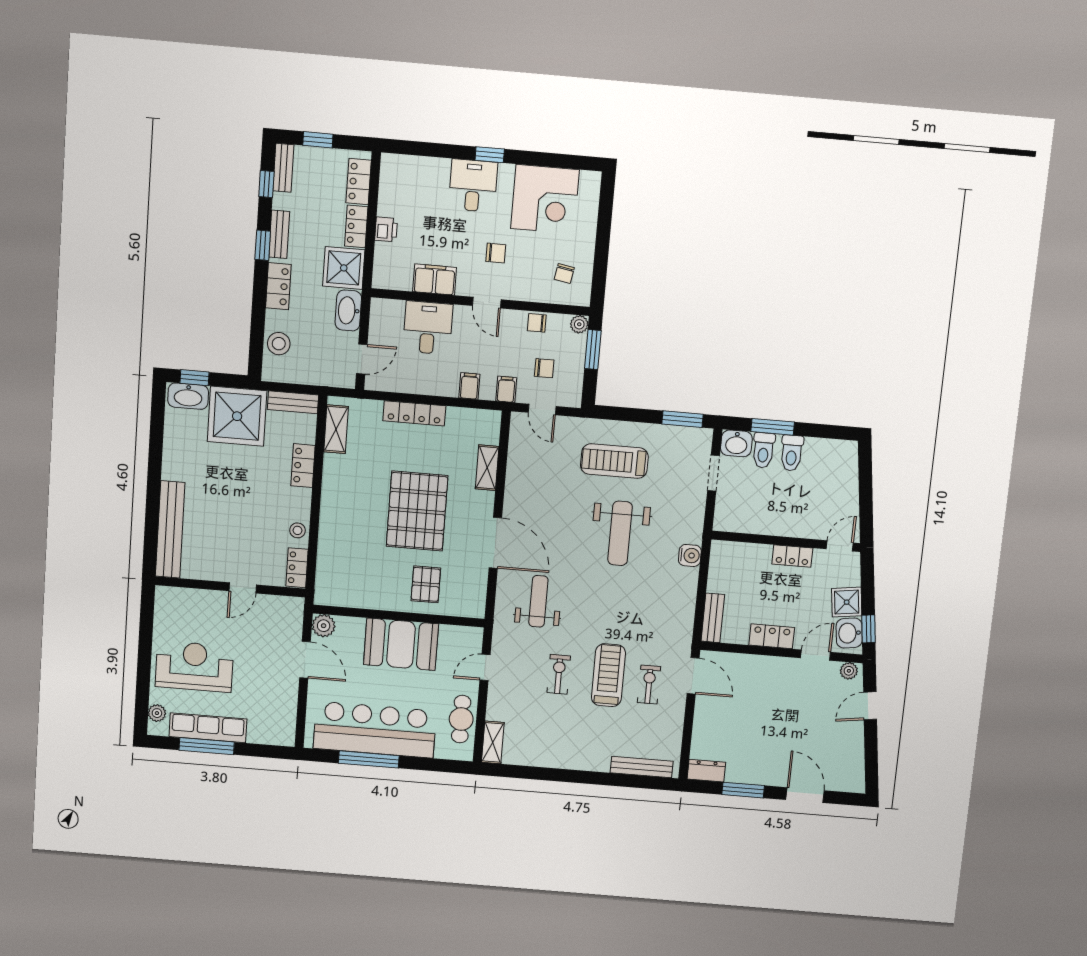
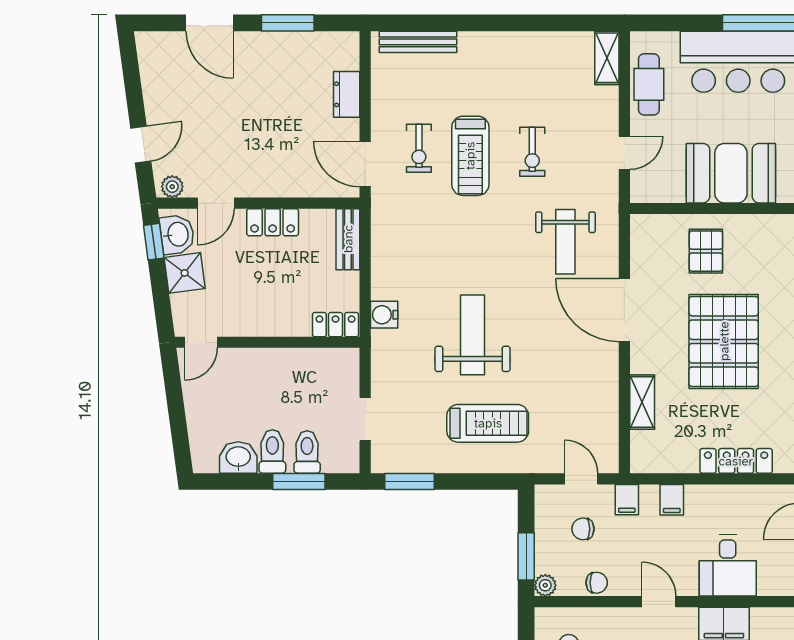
washbasin: (736, 443) -> (238, 458), moved
locker: (792, 556) -> (335, 325), moved
dresser: (706, 771) -> (347, 94), moved, turned 90

